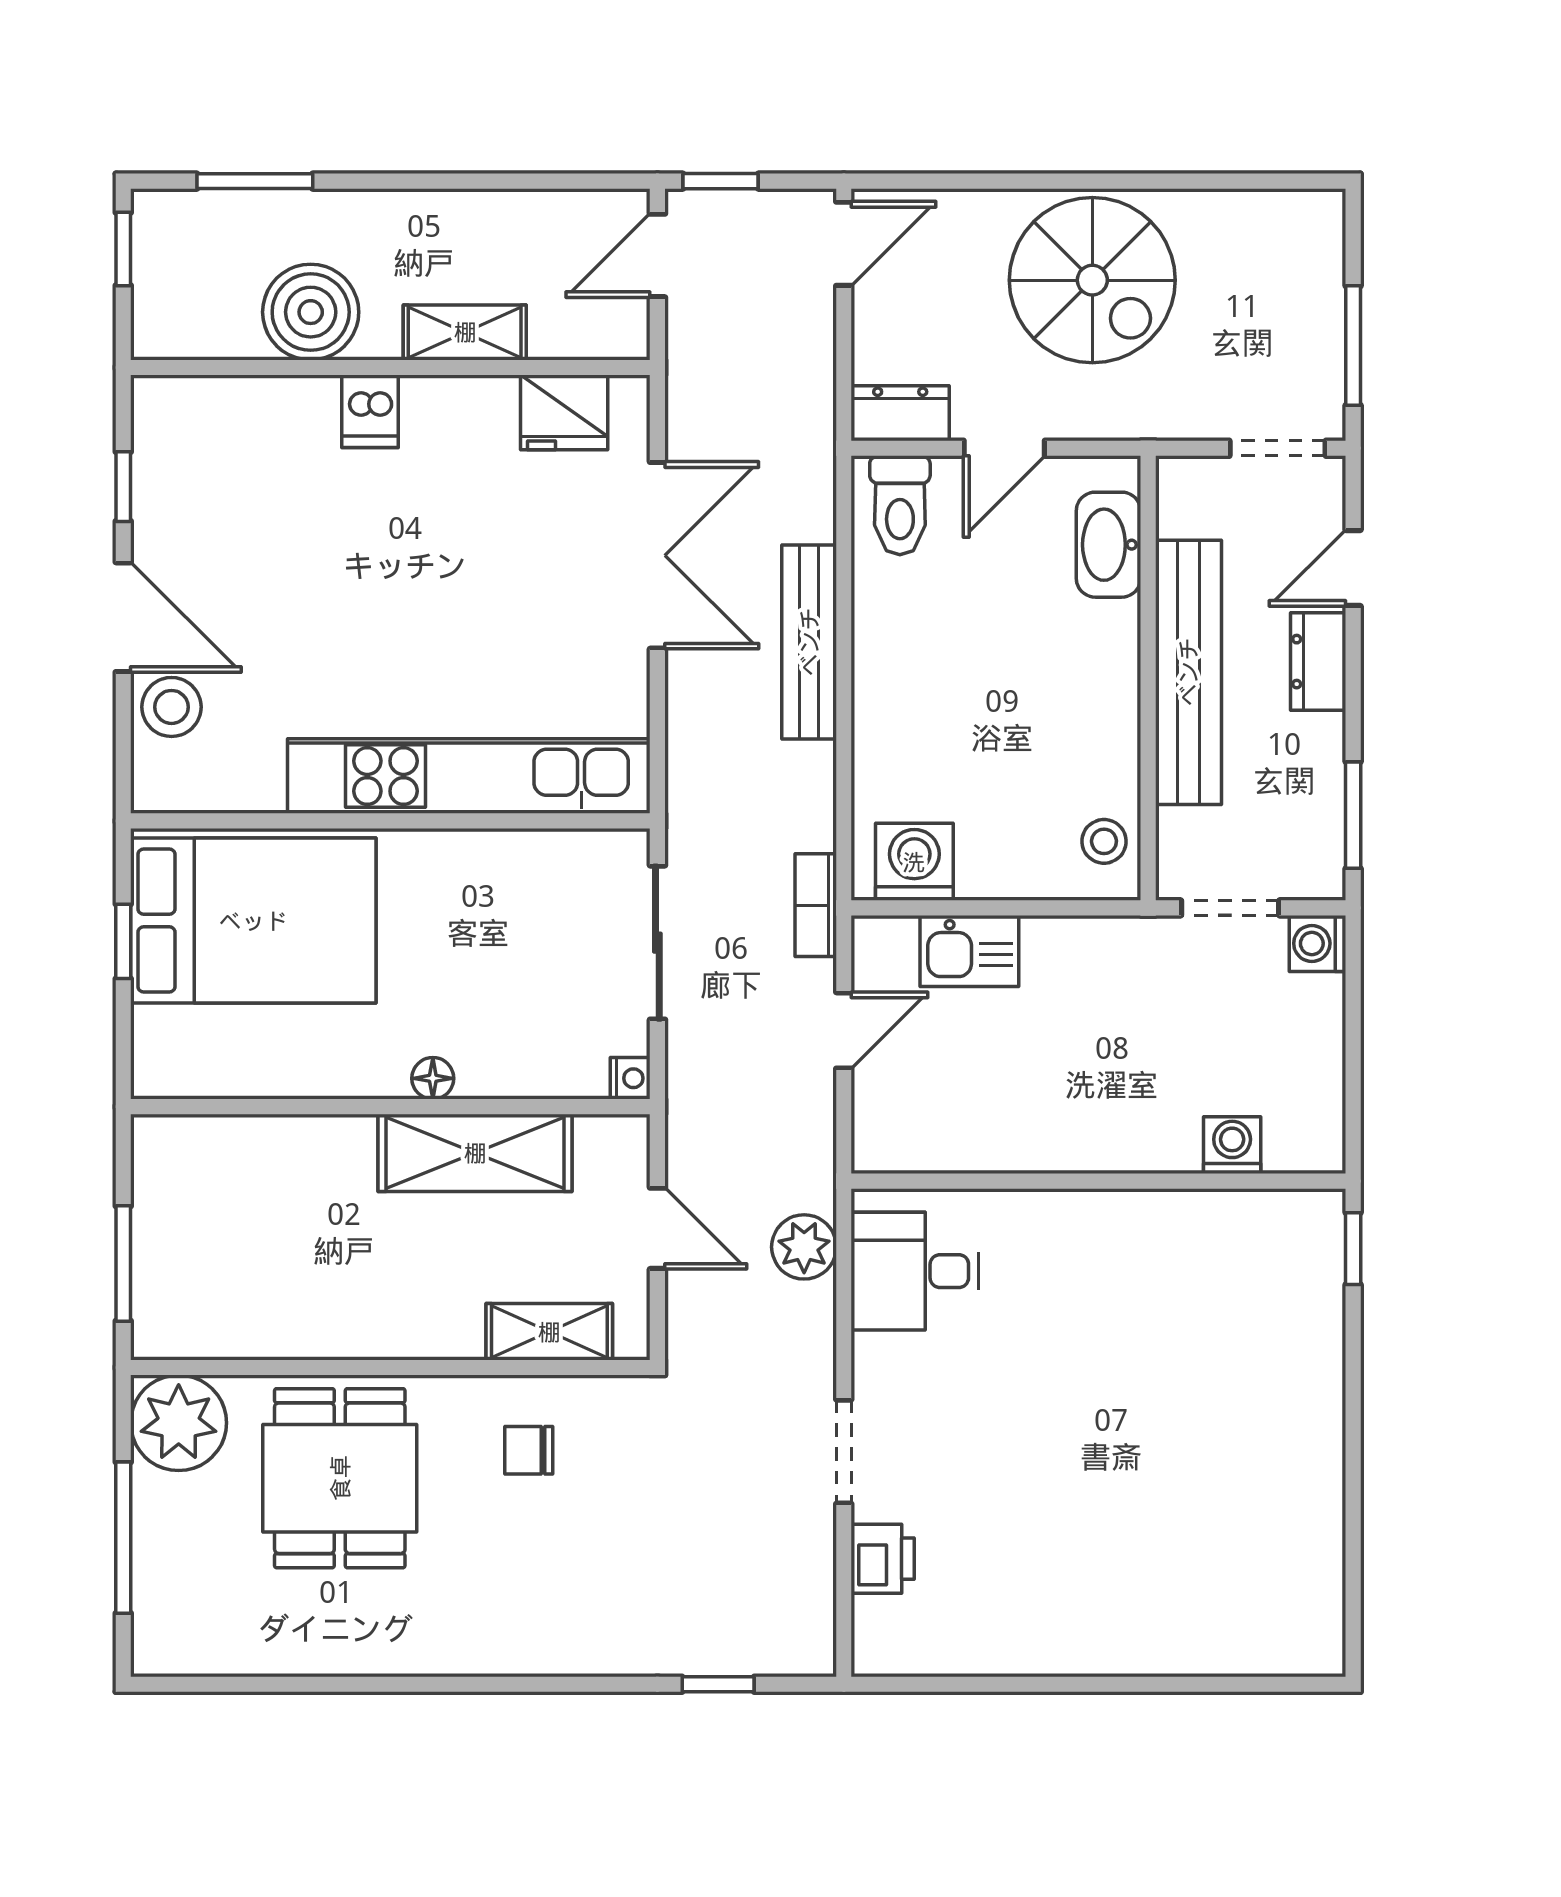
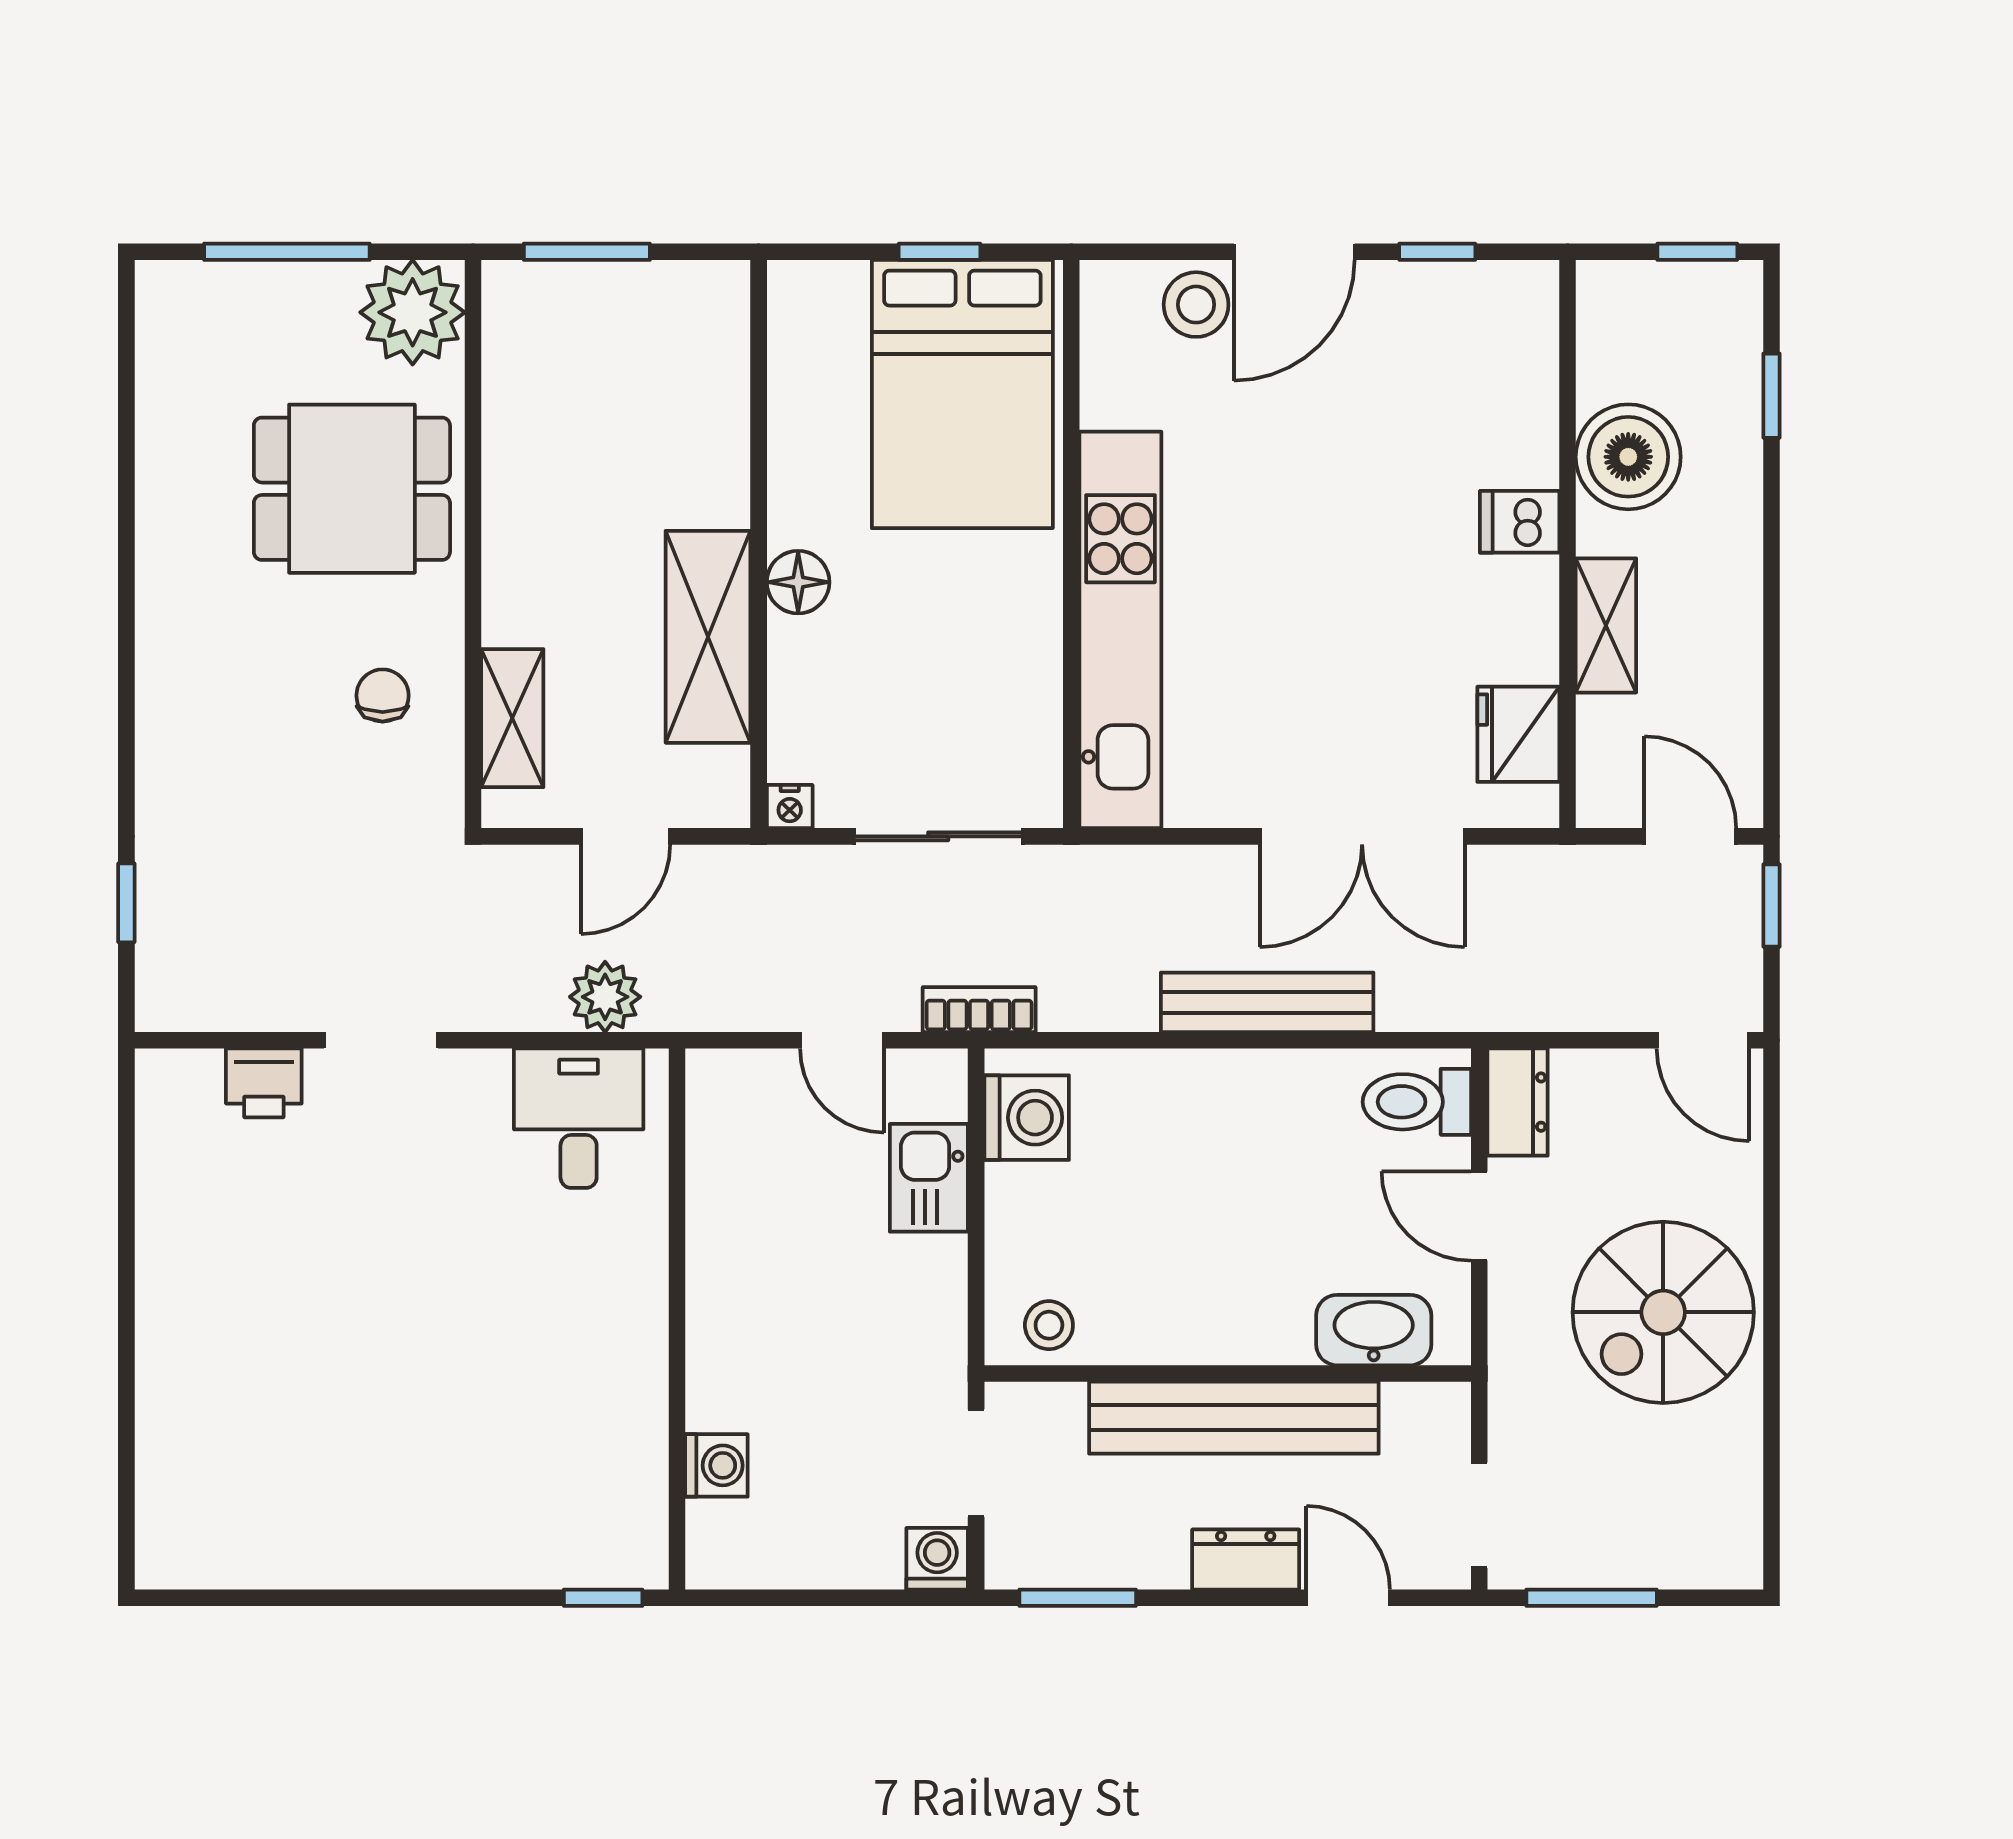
window: (255, 181) -> (1772, 396), width x0.67
floor lamp: (433, 1078) -> (798, 582), width x1.37, depth x1.37

